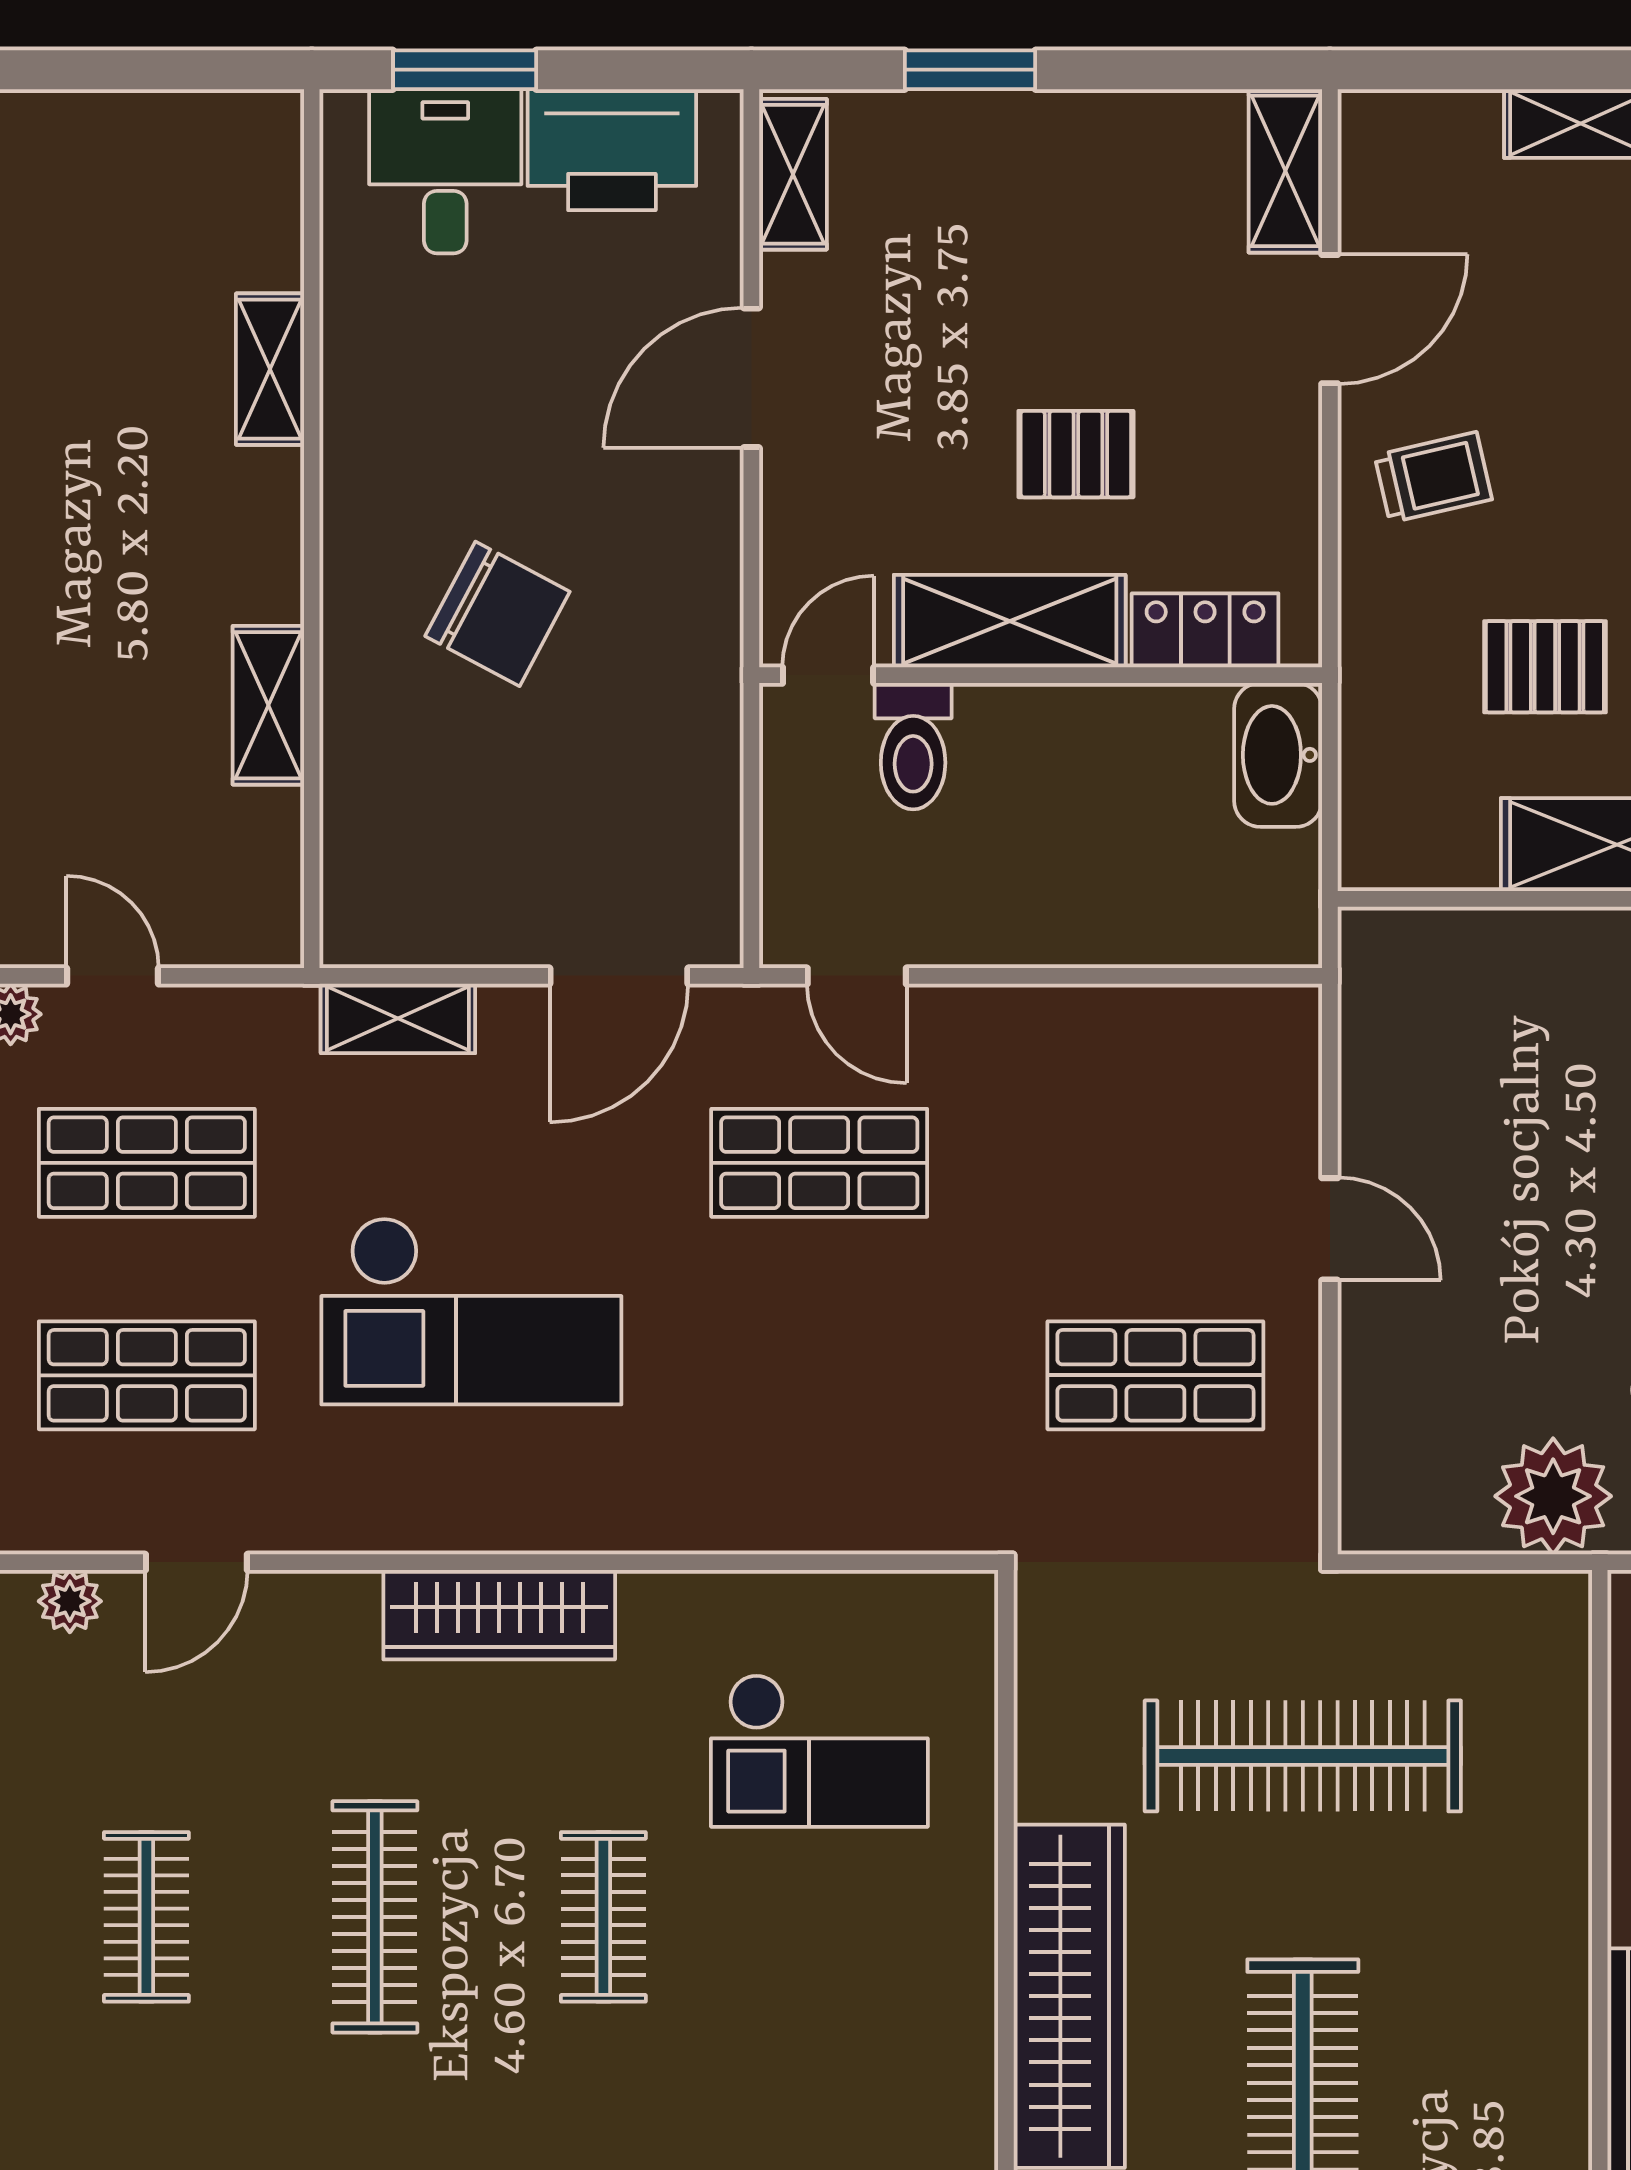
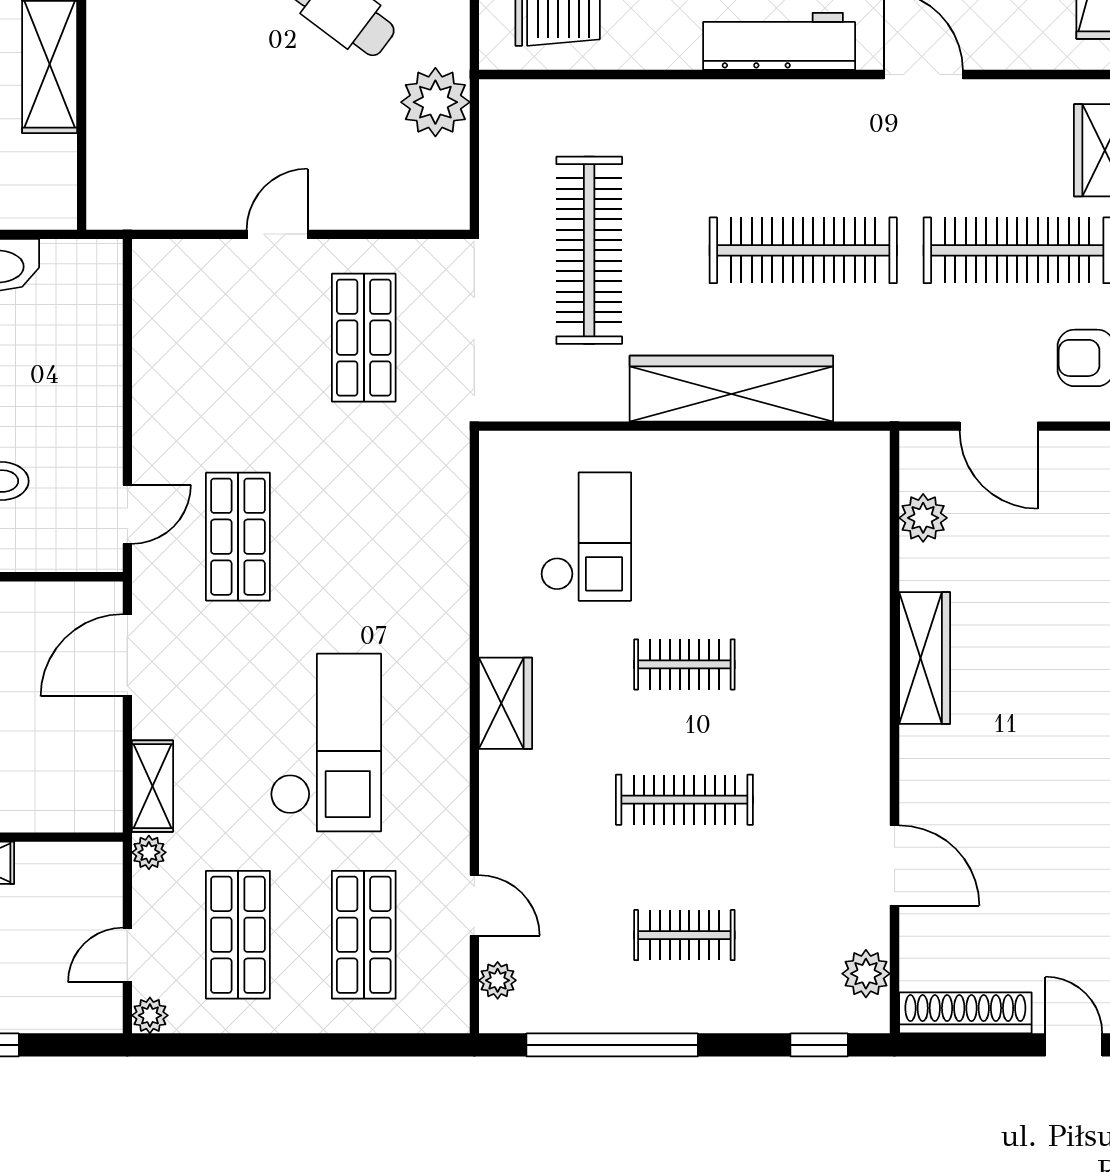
door: (619, 976) -> (127, 655), swing flipped
plant: (286, 1012) -> (149, 852), added
wardrobe: (499, 1615) -> (505, 703), width x0.67

